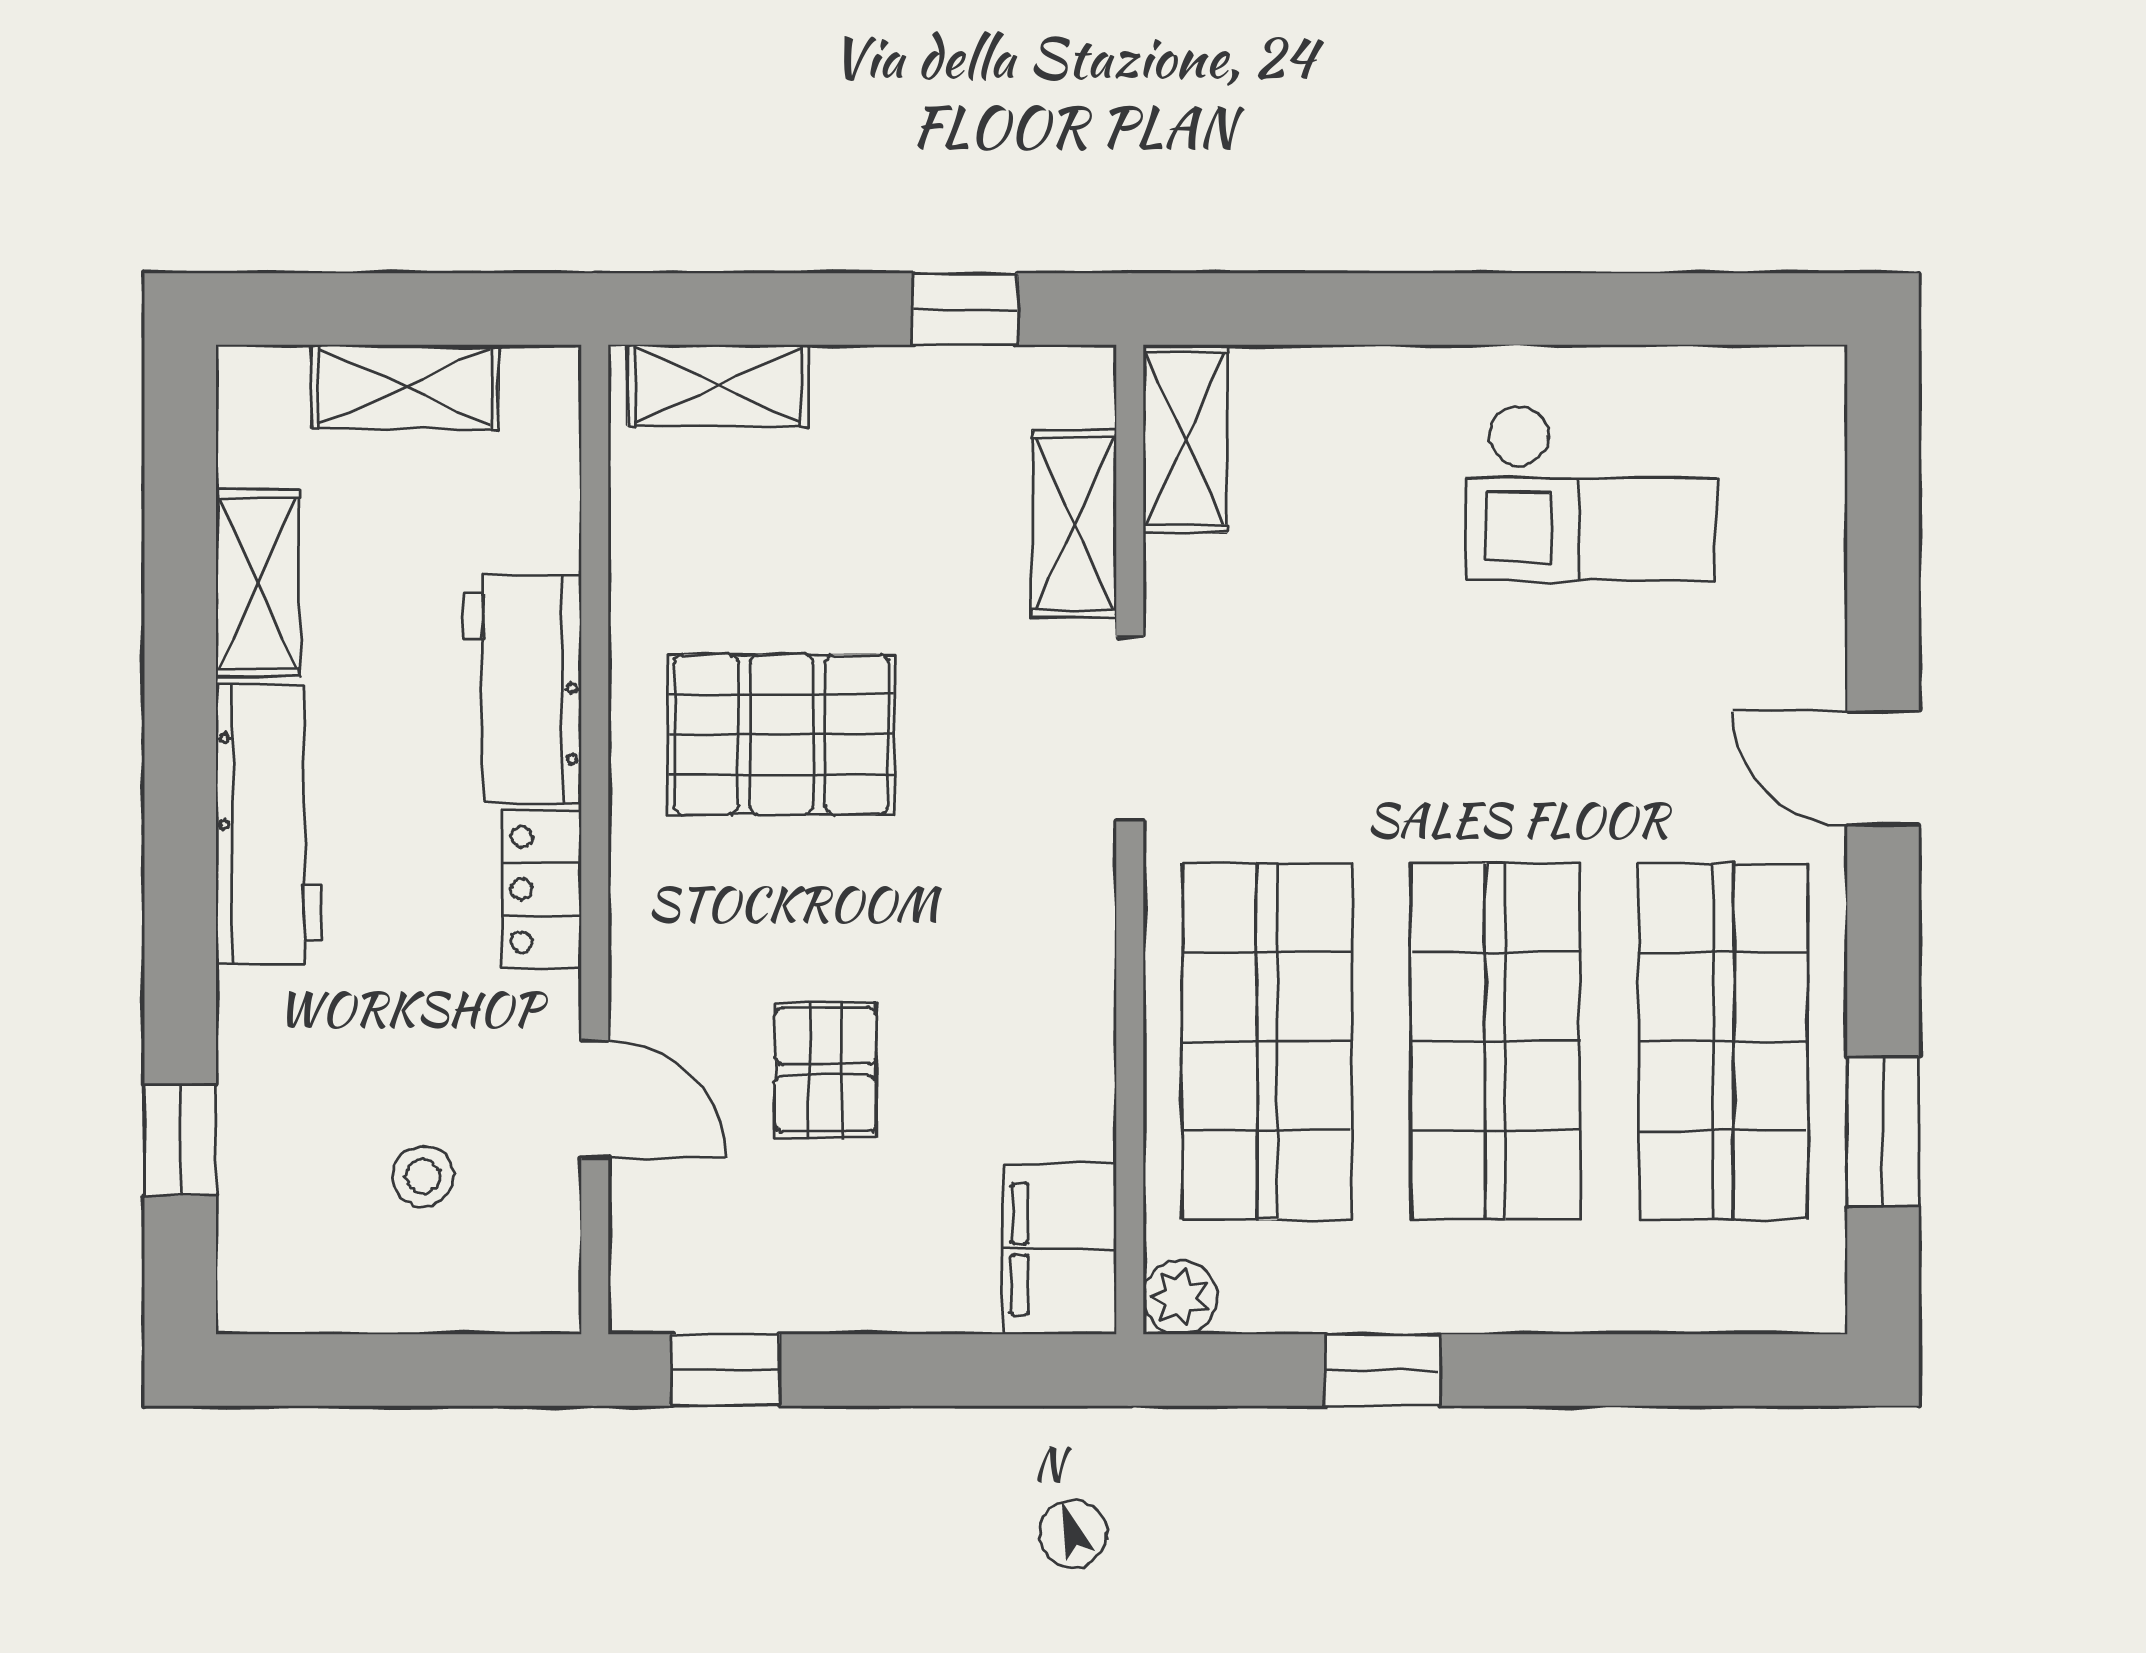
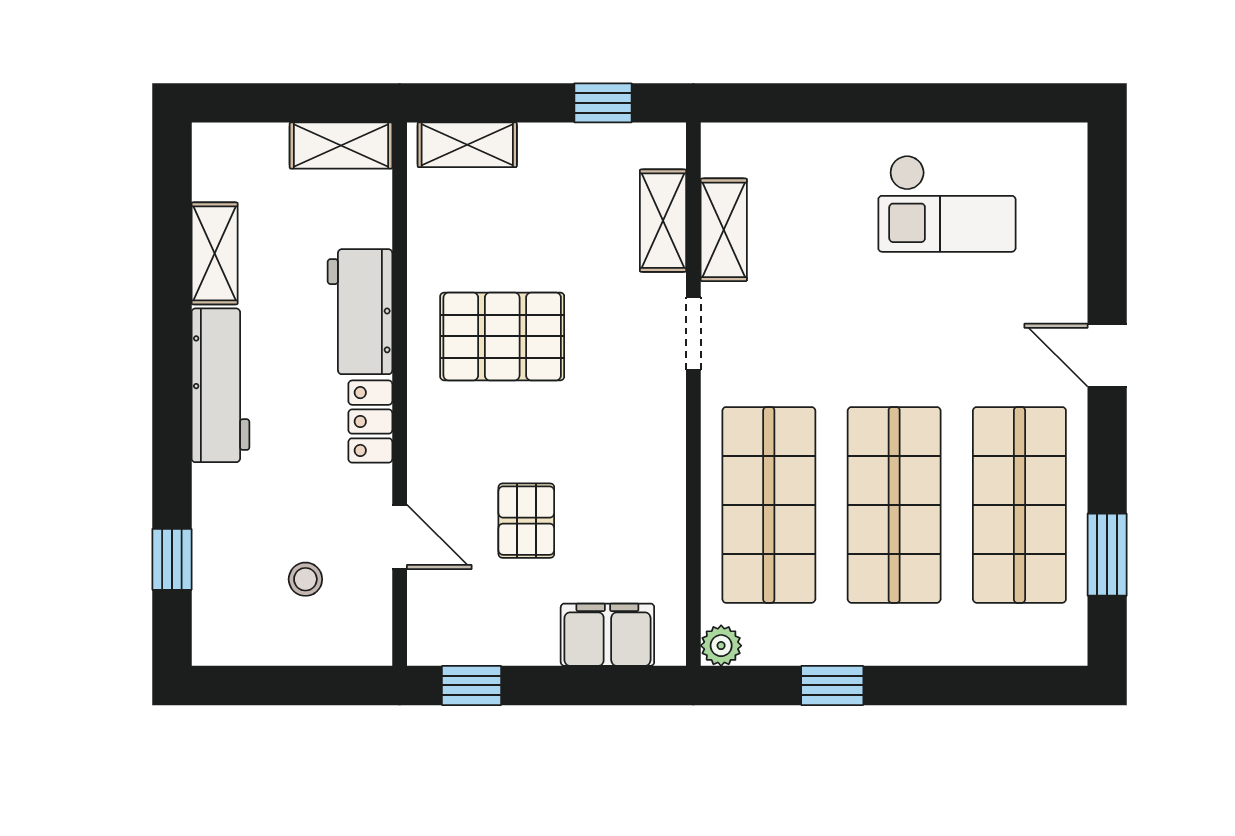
shelving: (405, 387) -> (341, 146), moved
shelving: (1185, 439) -> (724, 230), moved
doorway: (1130, 729) -> (693, 333), width x0.73
filing cabinet: (1060, 1249) -> (607, 635), moved, turned 90

